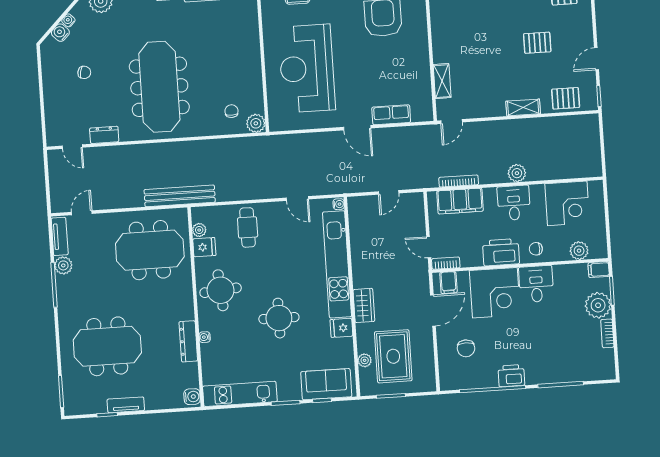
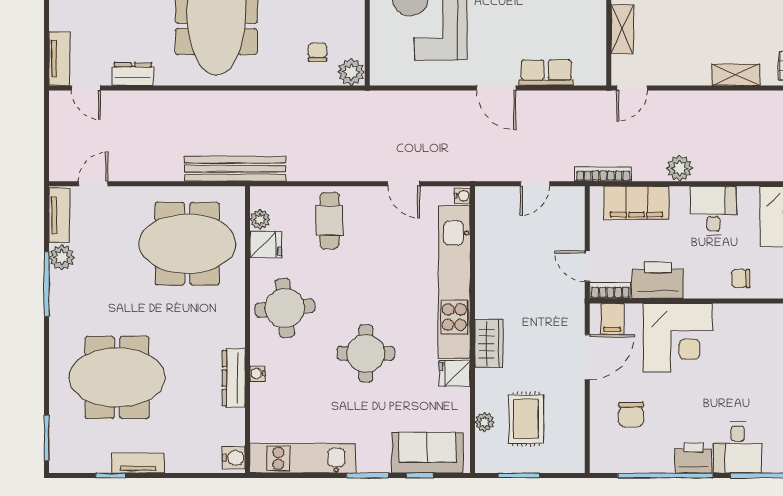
tv unit: (52, 127) -> (59, 59), added
plant: (517, 173) -> (680, 168), moved
bookcase: (459, 181) -> (603, 174), moved
printer: (501, 252) -> (658, 280), moved
desk: (536, 284) -> (738, 447), moved, turned 180
rug: (393, 356) -> (526, 419), width x0.73, depth x0.70

